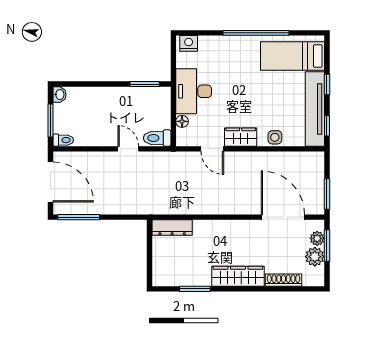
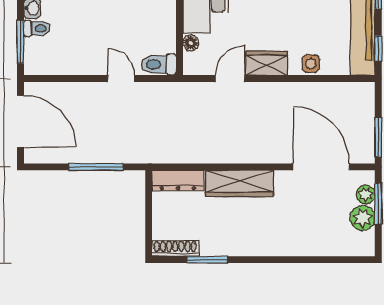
toilet: (63, 140) -> (37, 28), moved
door: (212, 149) -> (230, 79), swing flipped
window: (79, 217) -> (96, 167), moved
wardrobe: (238, 276) -> (239, 183), moved, turned 180
shoe rack: (284, 280) -> (175, 248), moved

